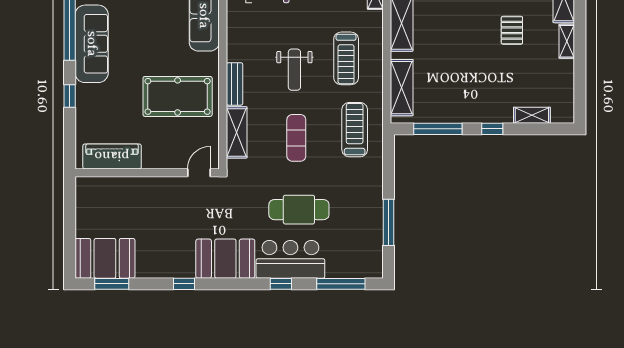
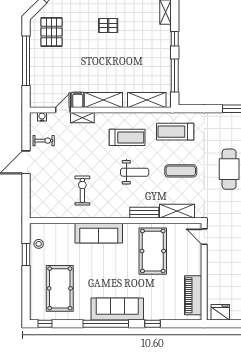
fridge: (87, 197) -> (220, 312), added

